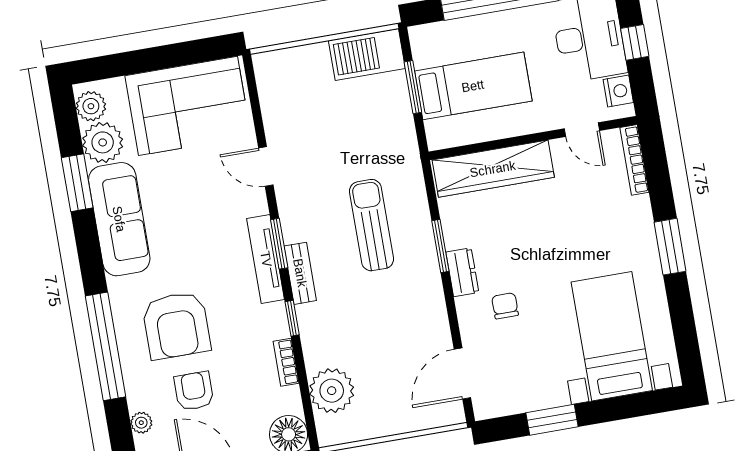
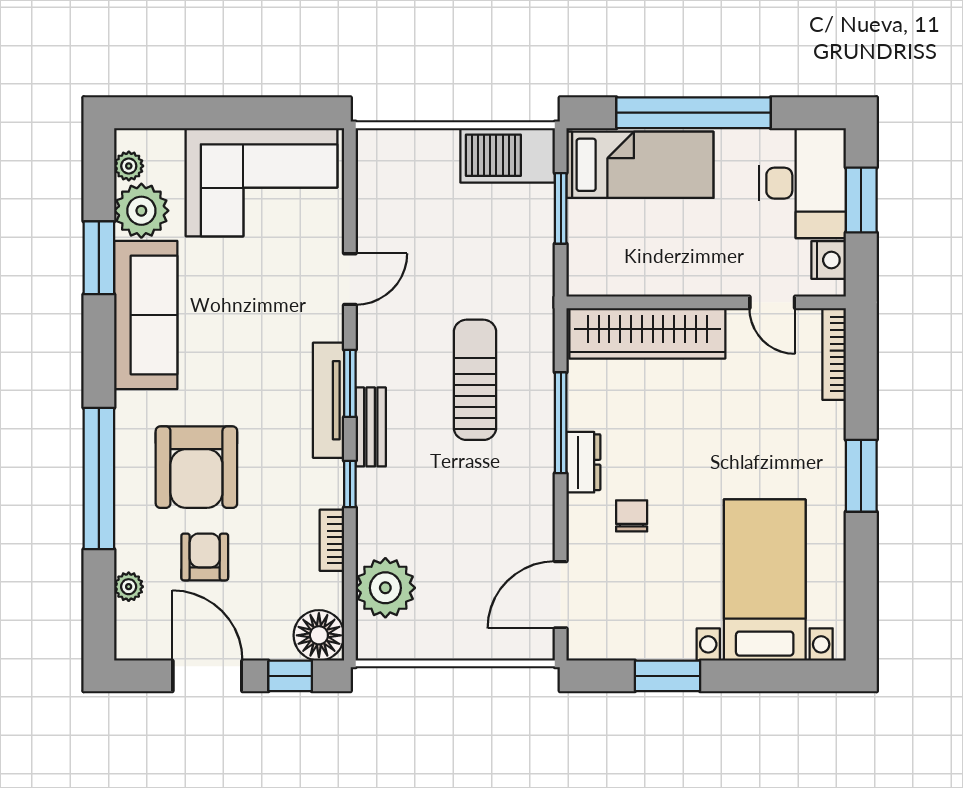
window: (635, 42) -> (861, 200), width x1.50
bed: (473, 86) -> (640, 165), moved
plant: (91, 106) -> (129, 166), width x0.73, depth x0.73
door: (266, 166) -> (350, 279), swing flipped
window: (440, 246) -> (561, 423), width x1.44

